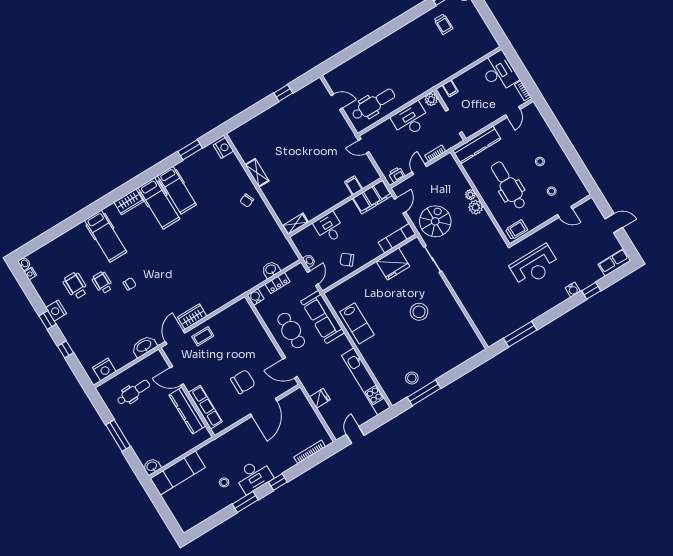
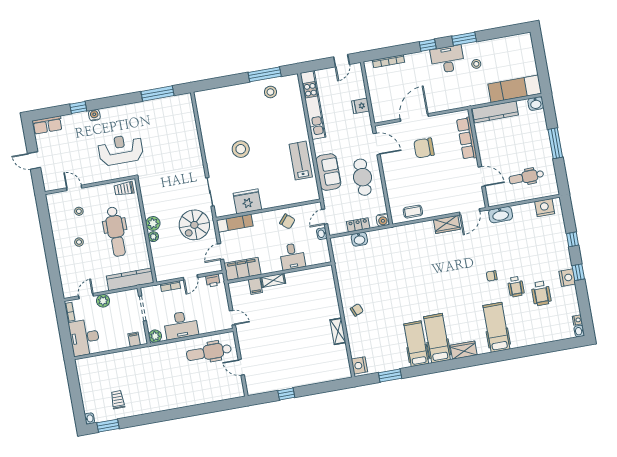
plant: (495, 114) -> (103, 301), added
shelving: (295, 224) -> (273, 280), moved
sofa: (323, 317) -> (328, 172), width x0.73
coffee table: (203, 336) -> (413, 212), moved
kitchen counter: (187, 410) -> (495, 112), moved, turned 90

